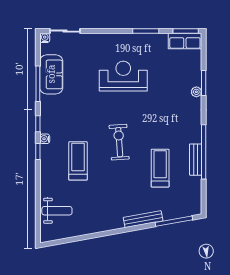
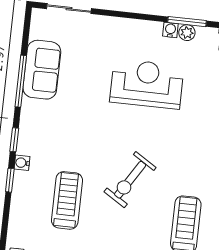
water cooler: (45, 38) -> (170, 30), moved
plant: (147, 39) -> (187, 33), added
exercise bike: (119, 142) -> (130, 180), turned -144

